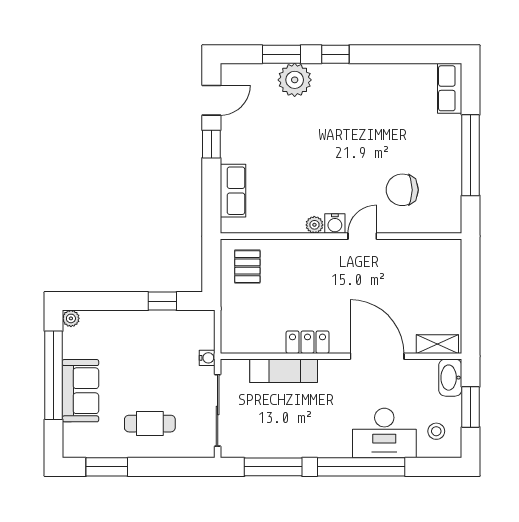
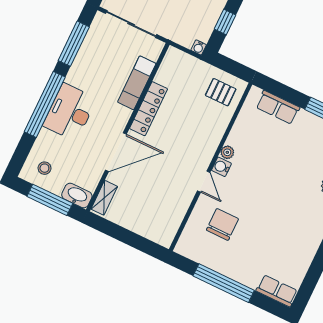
locker: (308, 342) -> (149, 109), width x1.53
water cooler: (207, 358) -> (199, 47), moved
window: (471, 407) -> (50, 200), width x1.44
desk: (384, 433) -> (70, 112), moved

